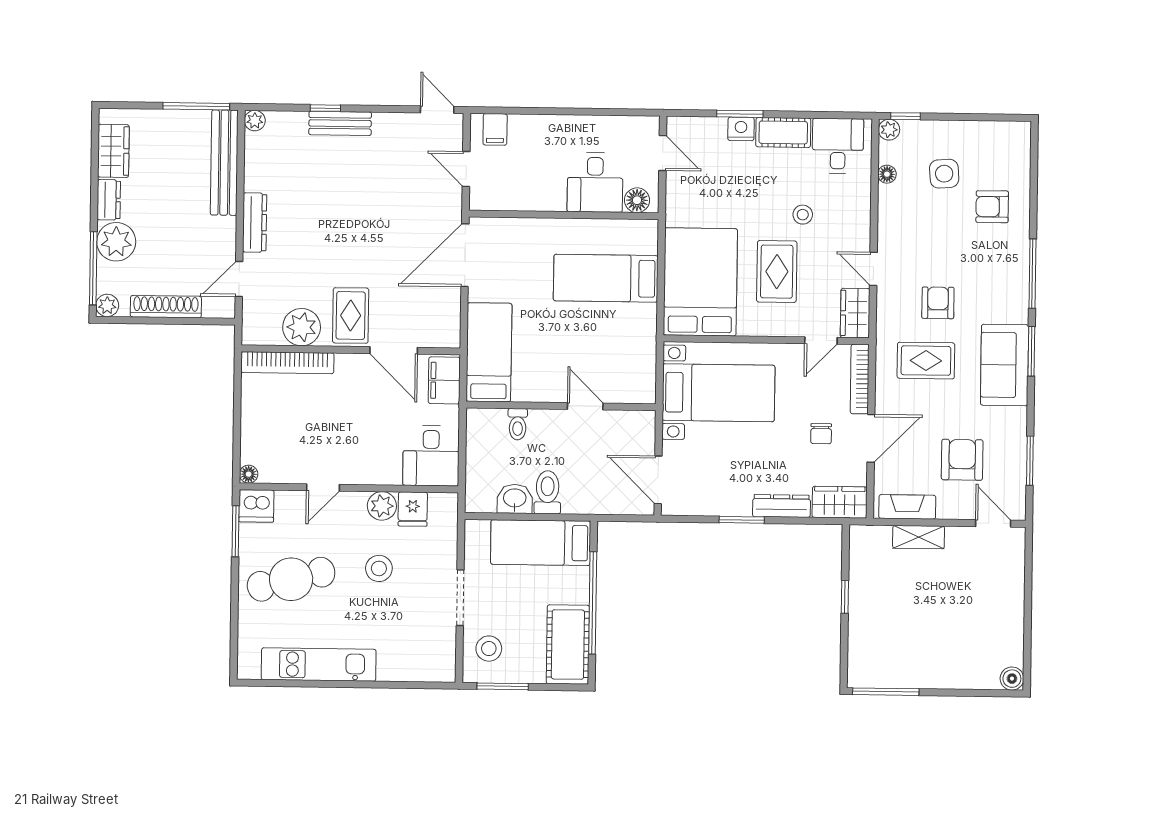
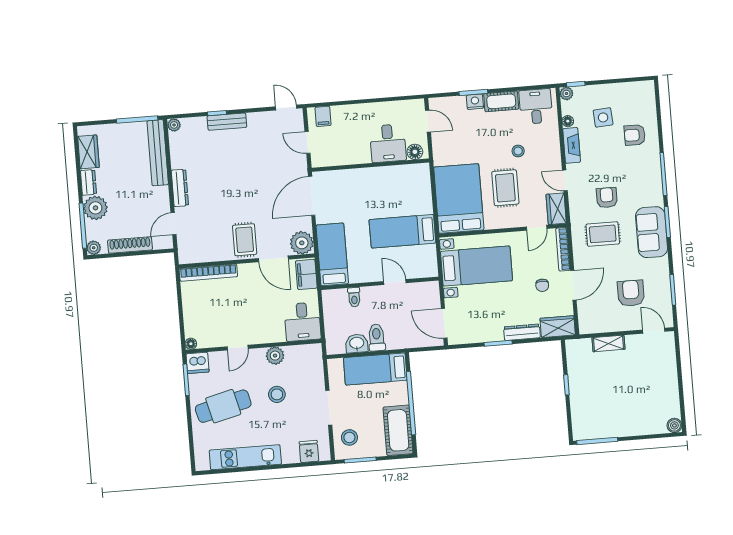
bed: (606, 278) -> (402, 231), moved
plant: (302, 327) -> (302, 243), moved
fireplace: (907, 507) -> (572, 145), moved, turned 90
fridge: (413, 509) -> (309, 451), moved, turned 180

